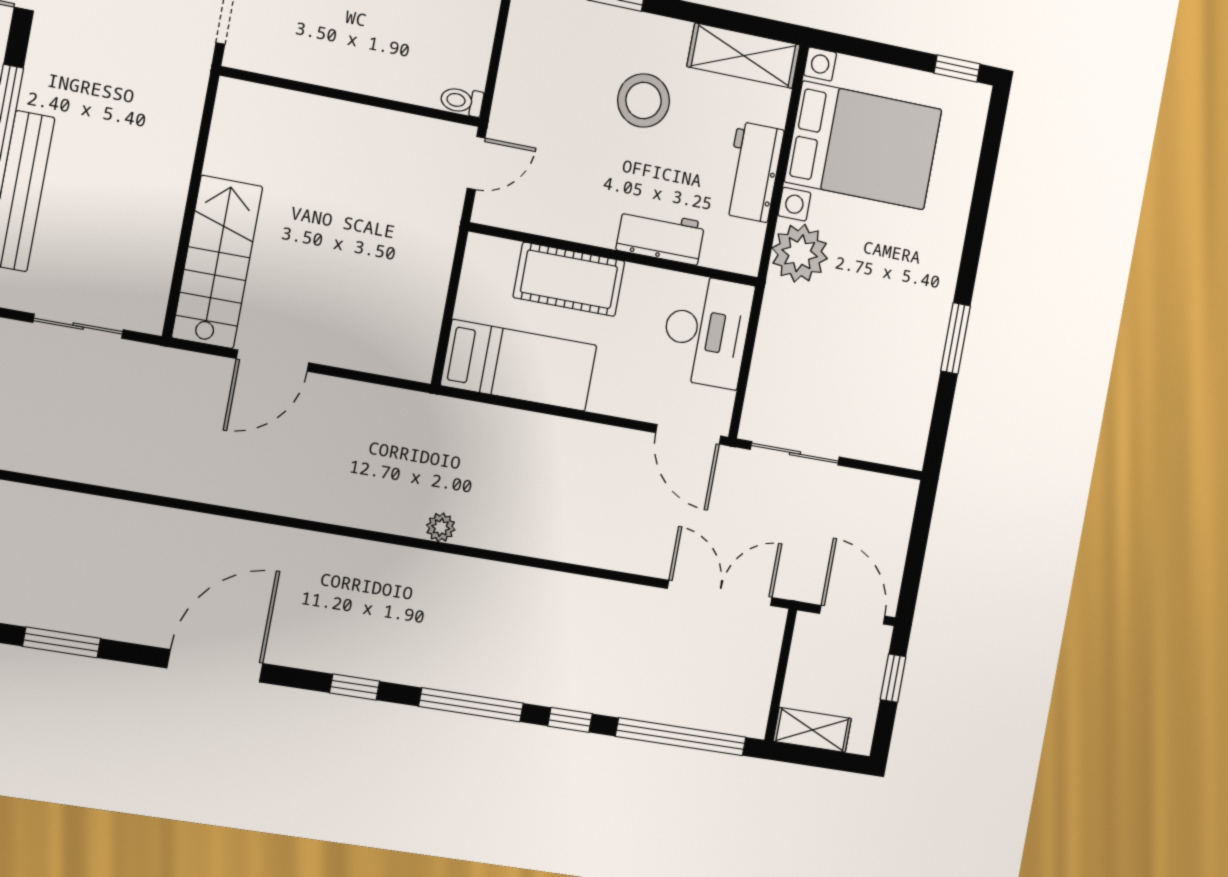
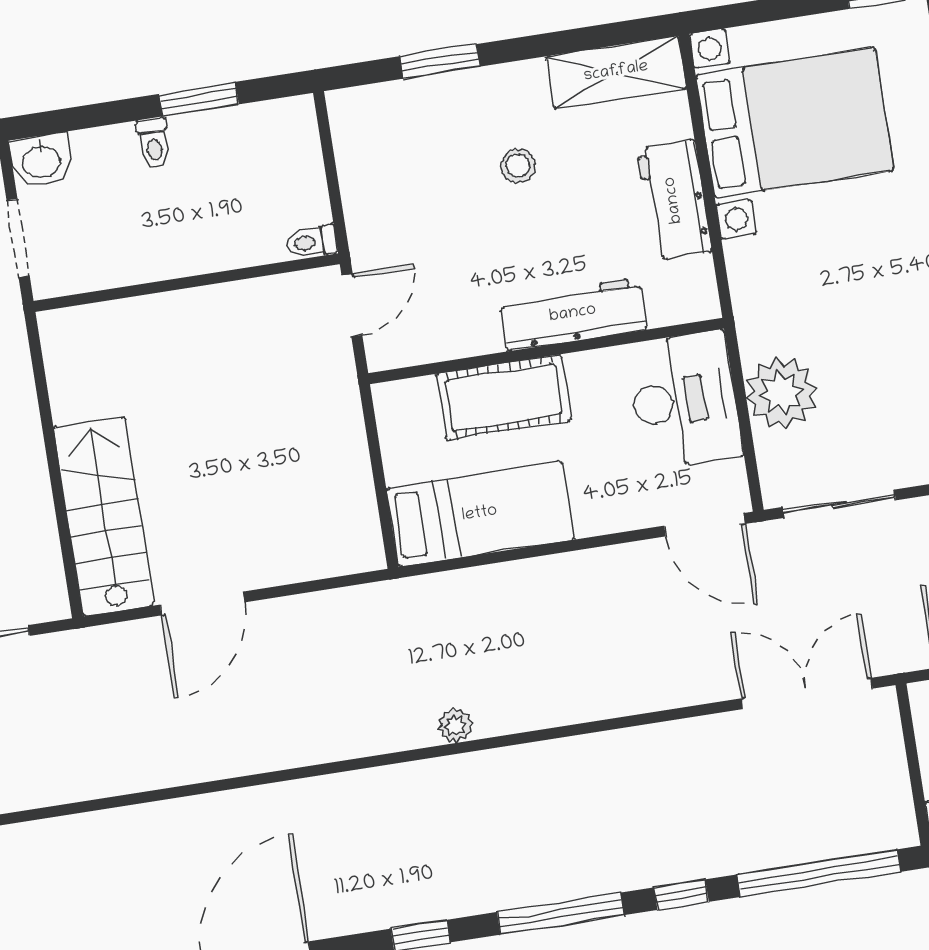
stool: (644, 101) -> (518, 166), width x0.53, depth x0.53
workbench: (660, 236) -> (573, 314), width x1.38
plant: (800, 253) -> (782, 393), moved

